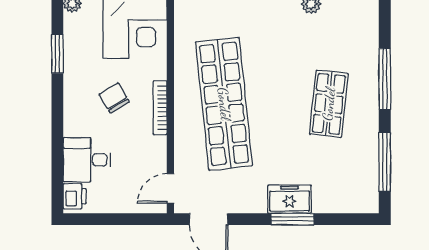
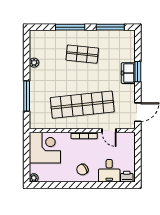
window: (57, 54) -> (58, 185), removed
chair: (114, 98) -> (82, 170), moved
door: (170, 188) -> (109, 131), moved

